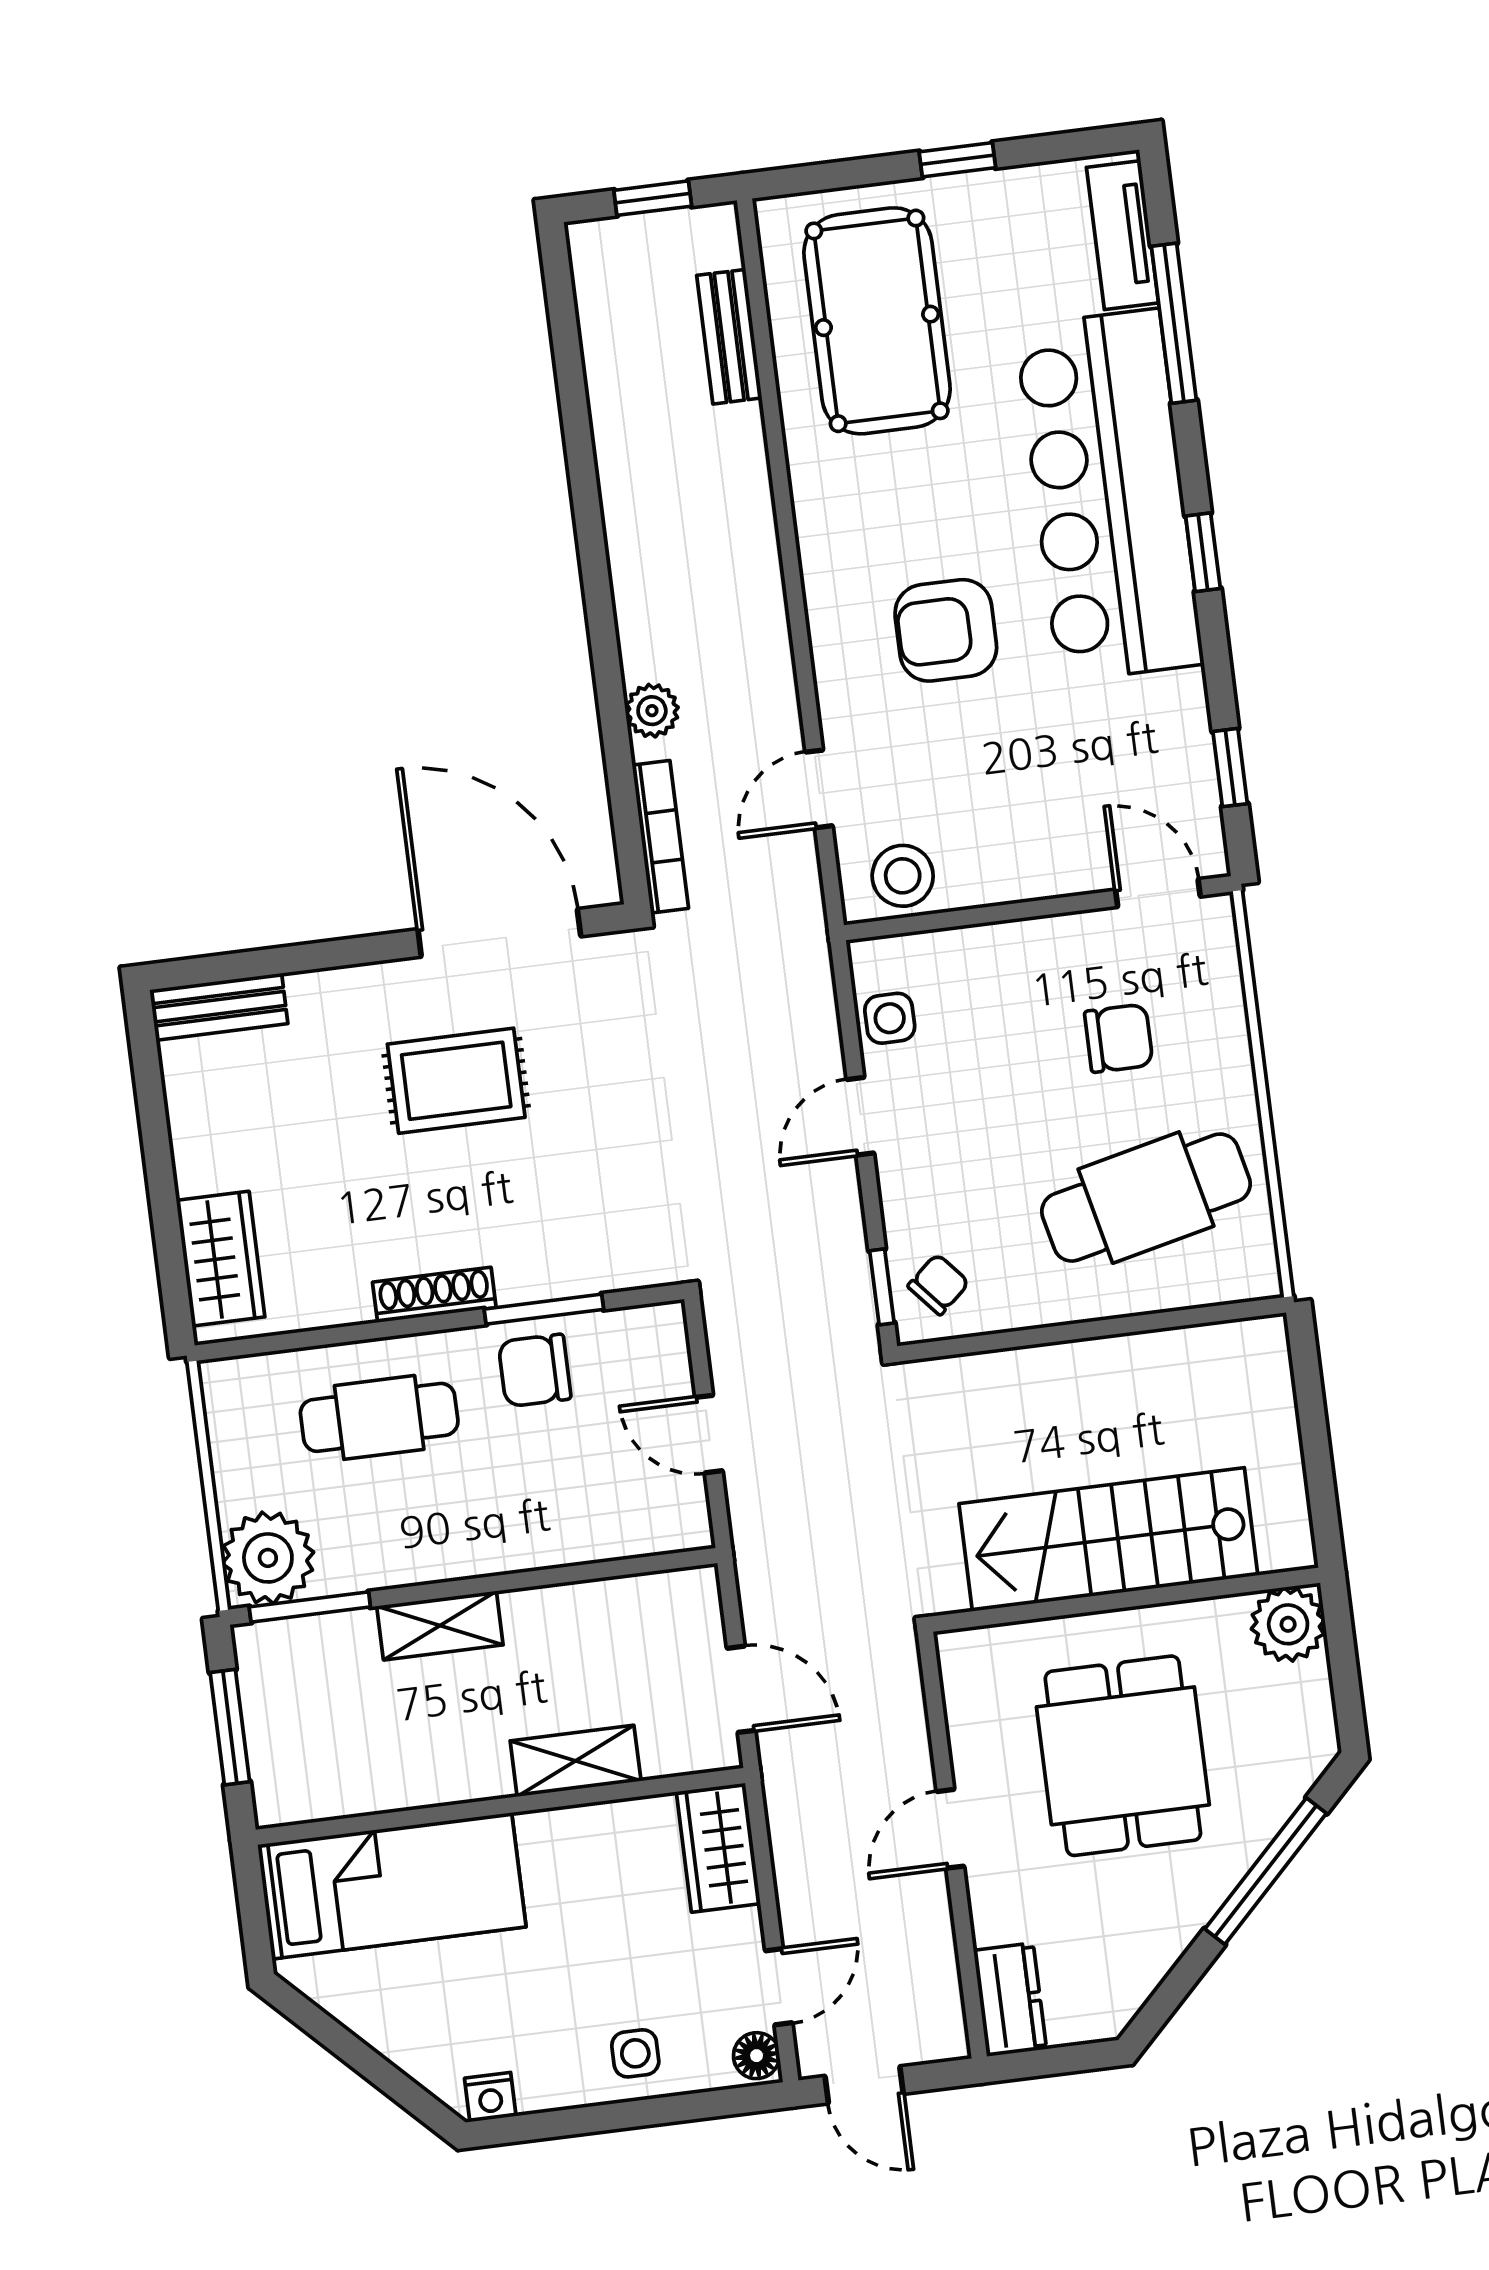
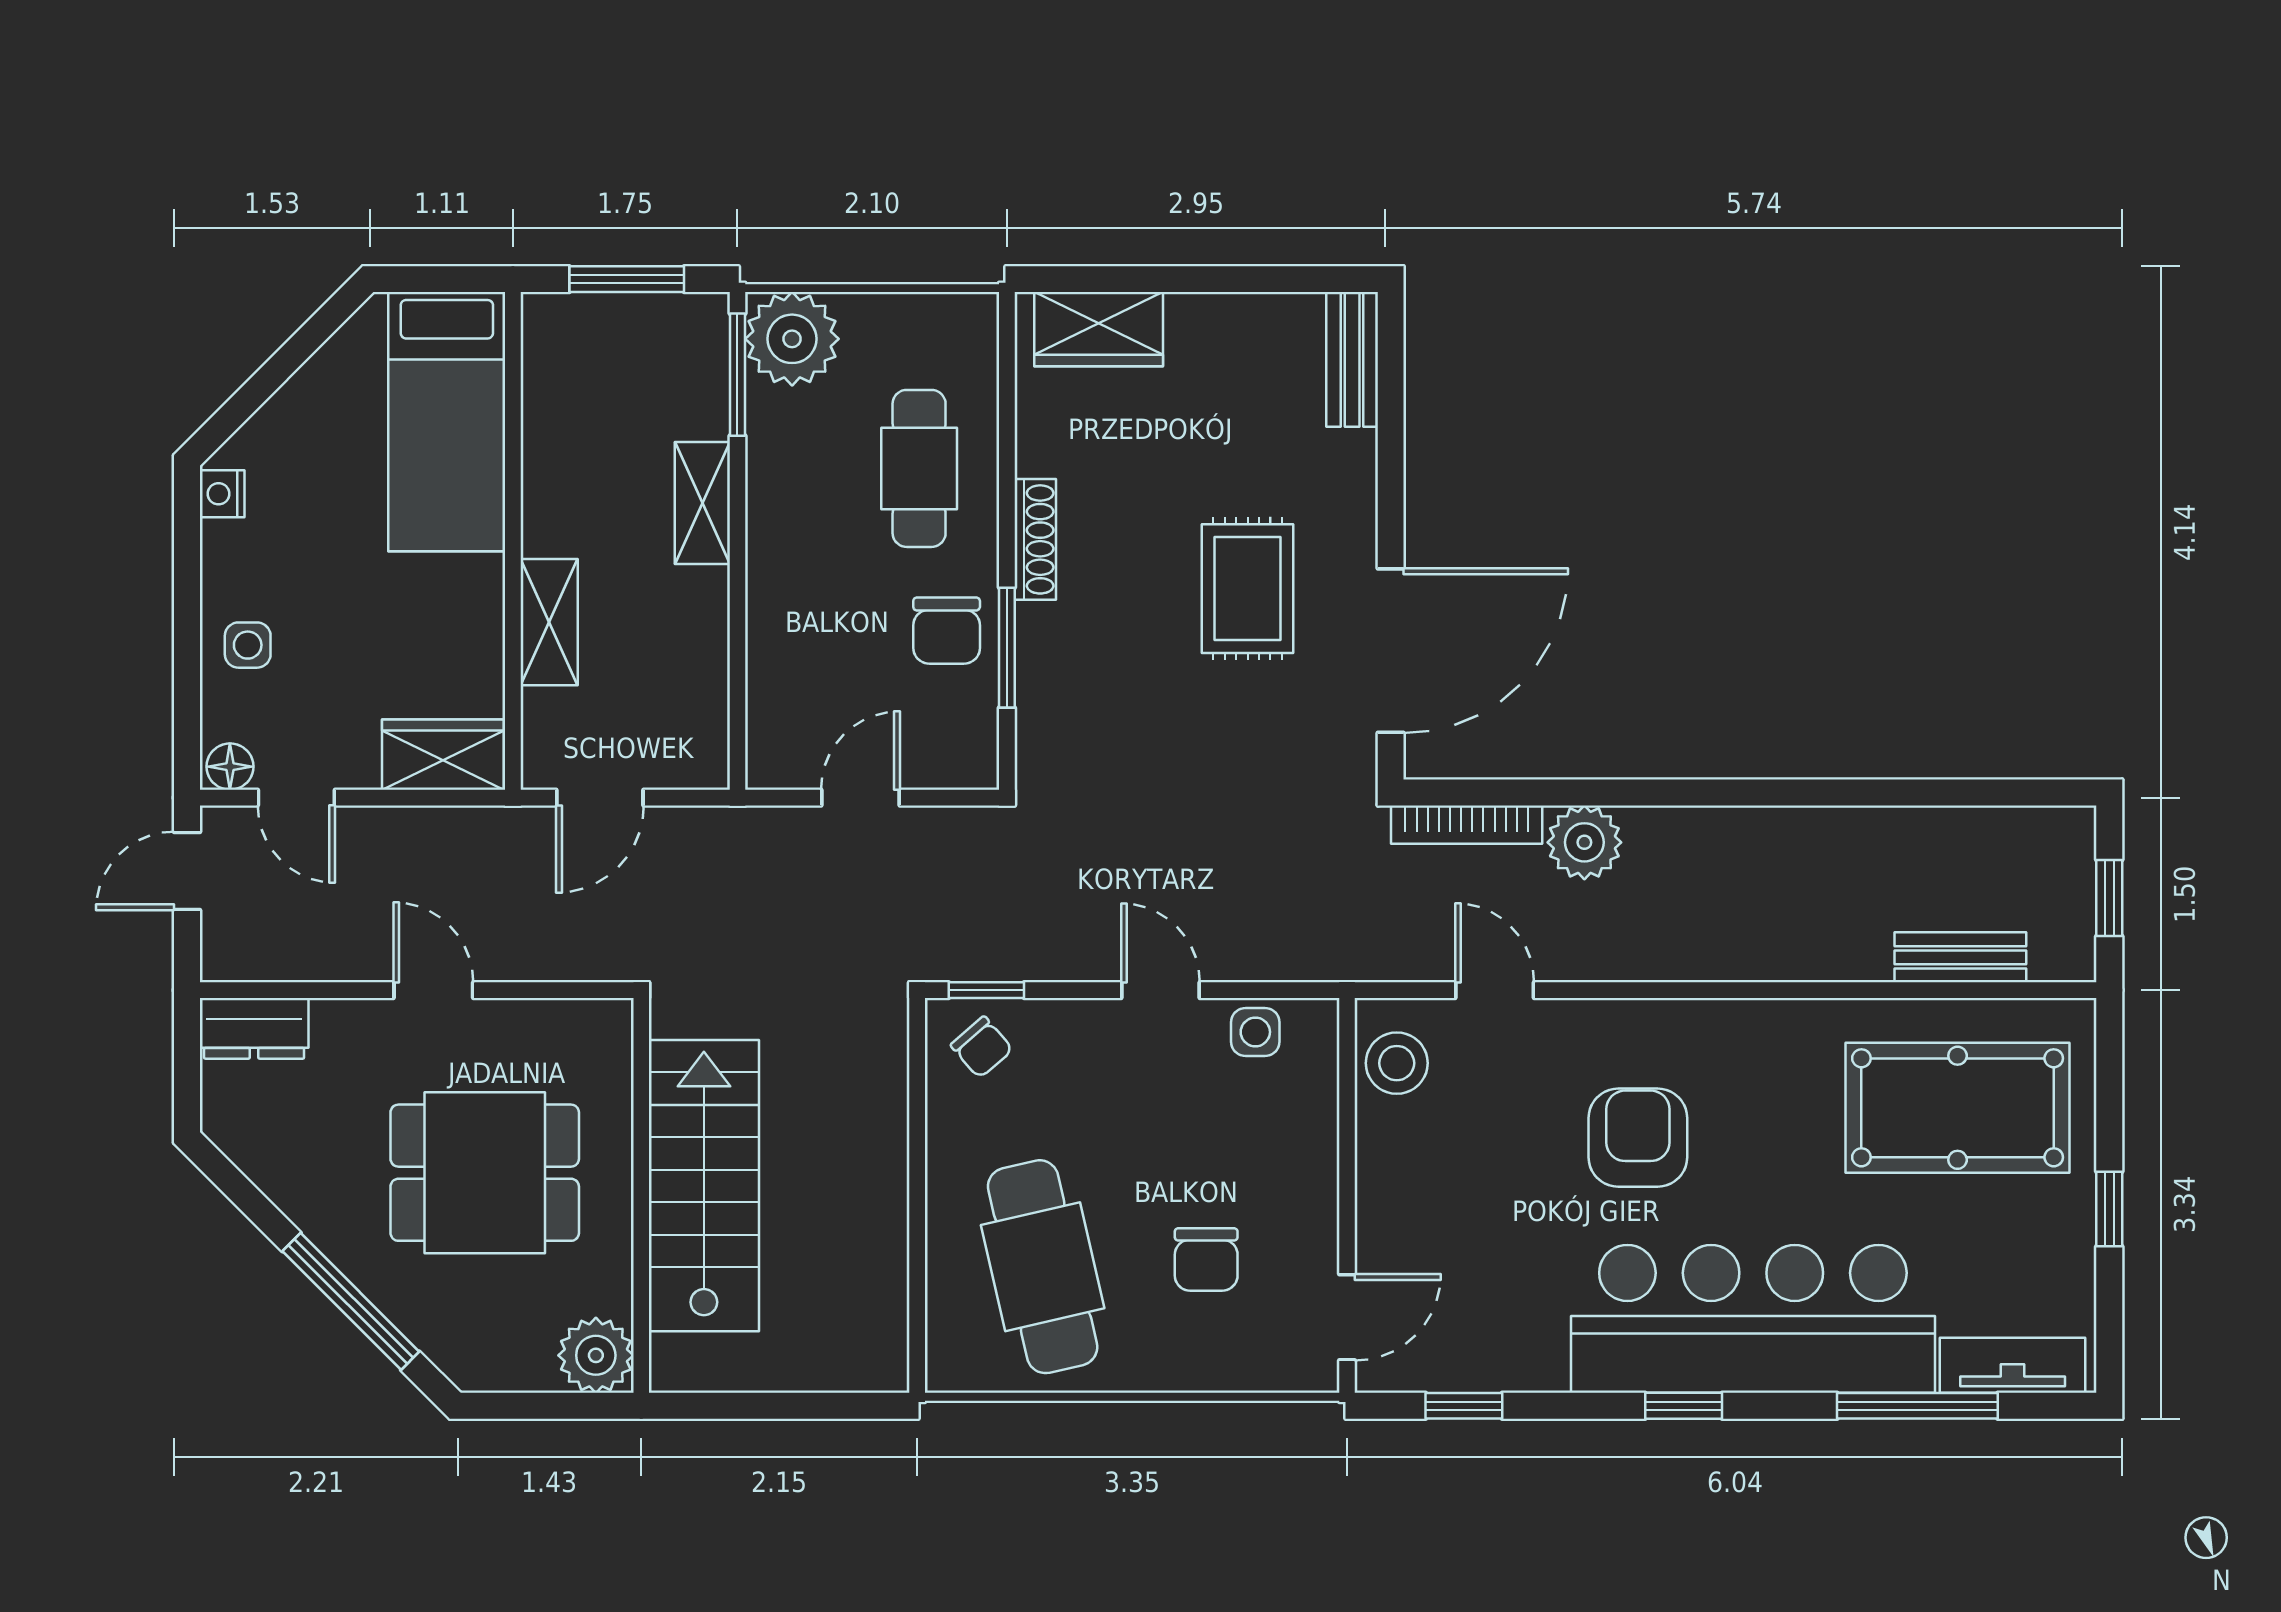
plant: (652, 711) -> (1584, 842), width x1.38, depth x1.38
chair: (535, 1370) -> (947, 631), turned 180

